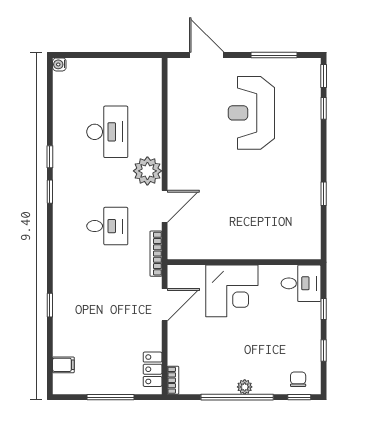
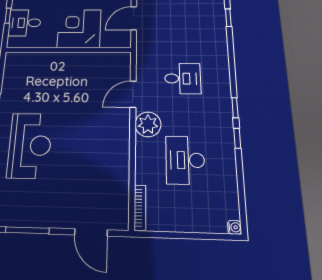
reception desk: (251, 113) -> (30, 145), moved
desk: (107, 226) -> (183, 79), turned 180
bookcase: (156, 254) -> (140, 207), moved
desk: (301, 283) -> (25, 23), moved

